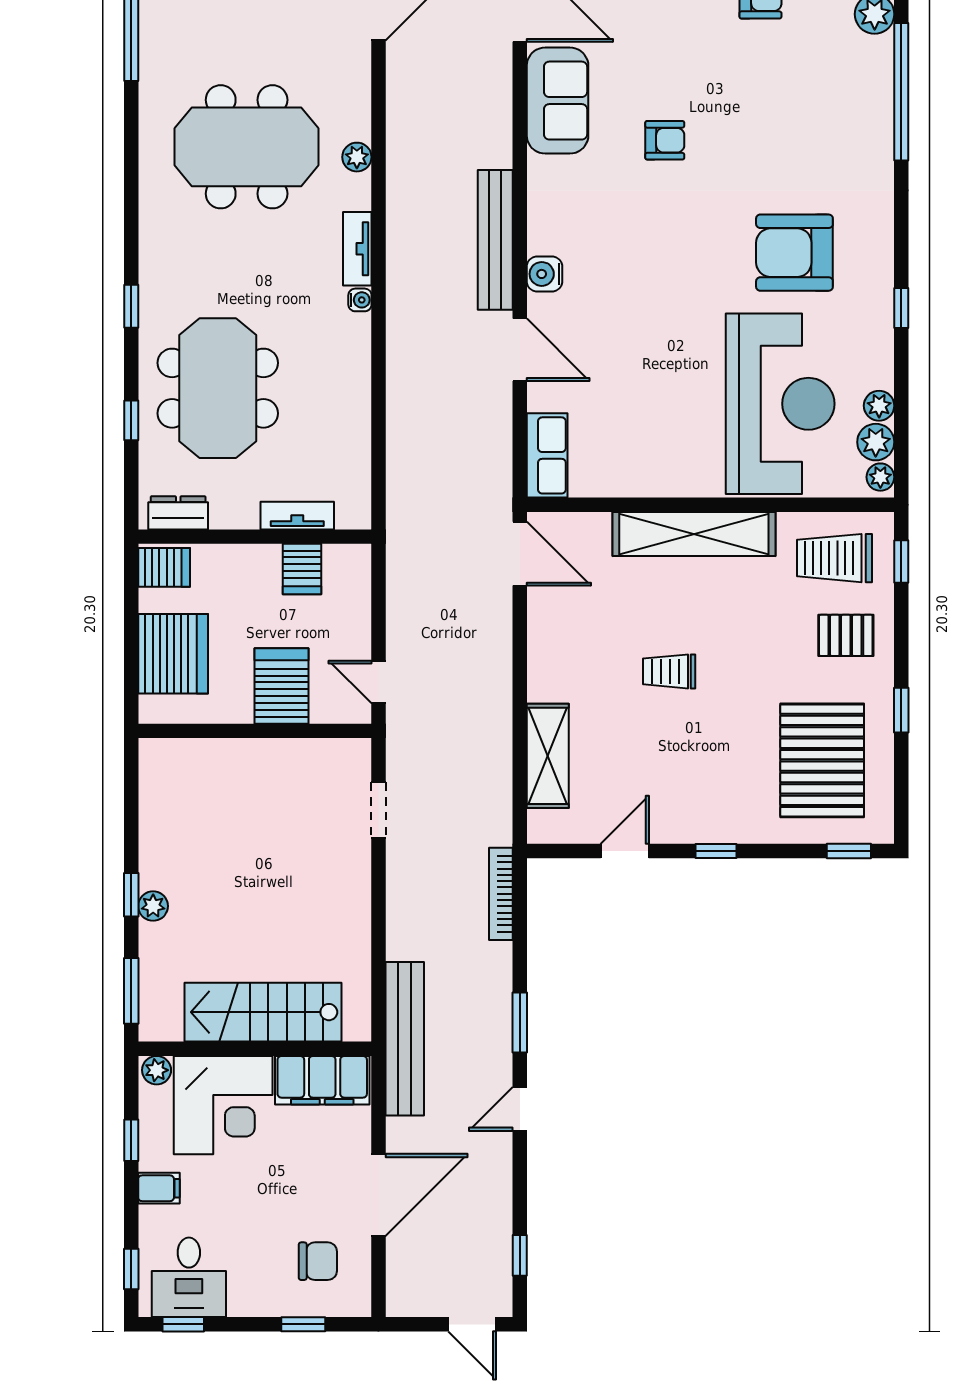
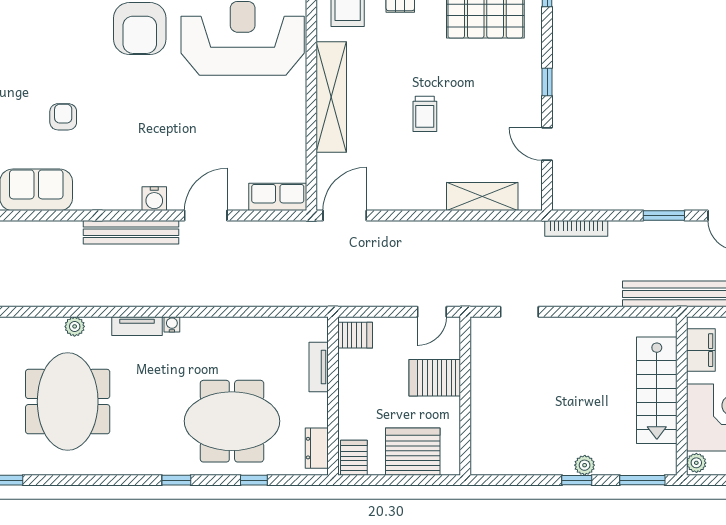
server rack: (302, 569) -> (355, 335), moved
filing cabinet: (322, 1080) -> (701, 350), width x0.67, depth x0.86

